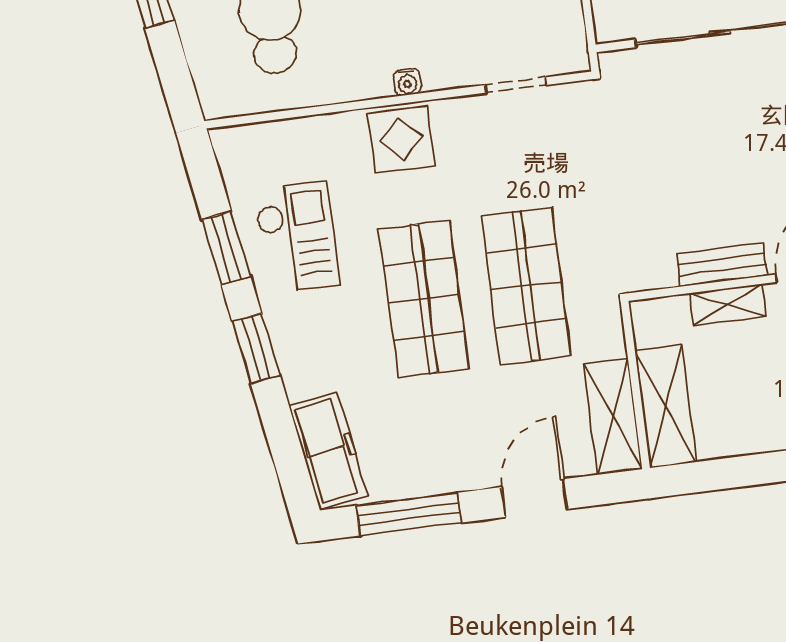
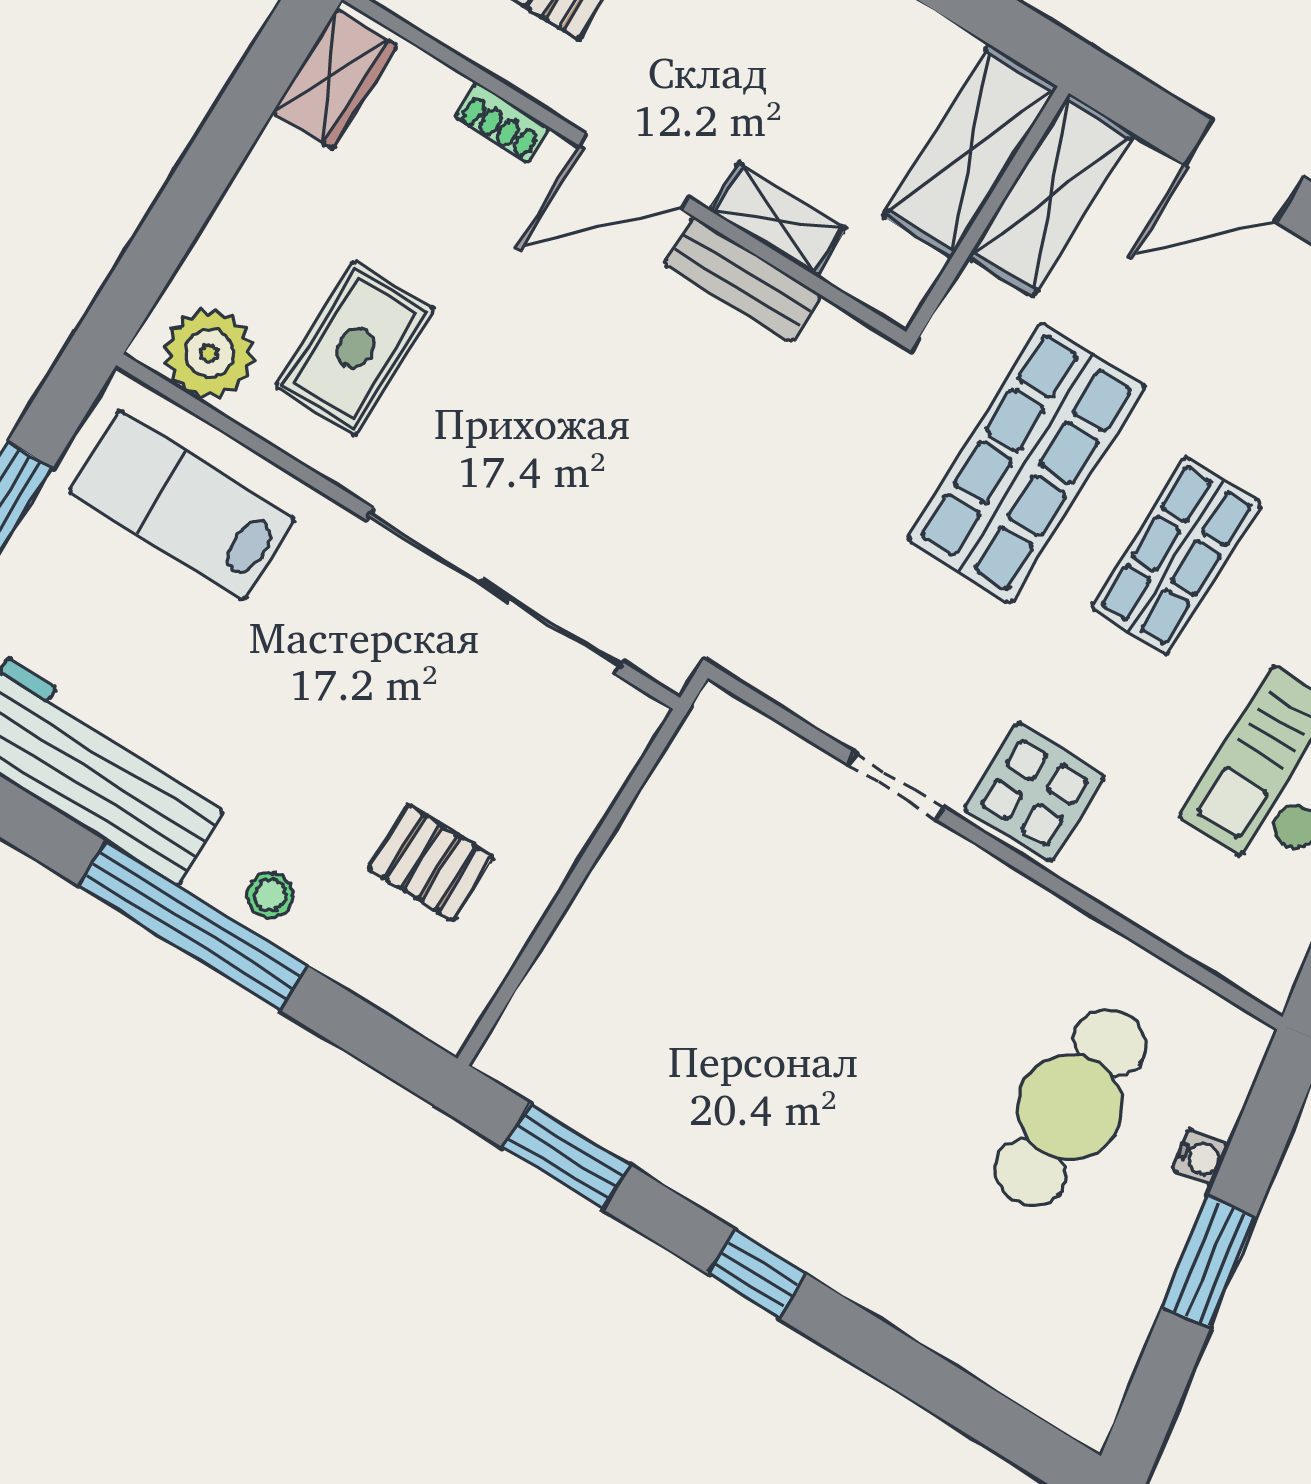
water cooler: (407, 82) -> (1200, 1158), moved, turned 81
doorway: (516, 85) -> (896, 786), moved
shop shelf: (424, 299) -> (1176, 555), width x0.70, depth x0.74

